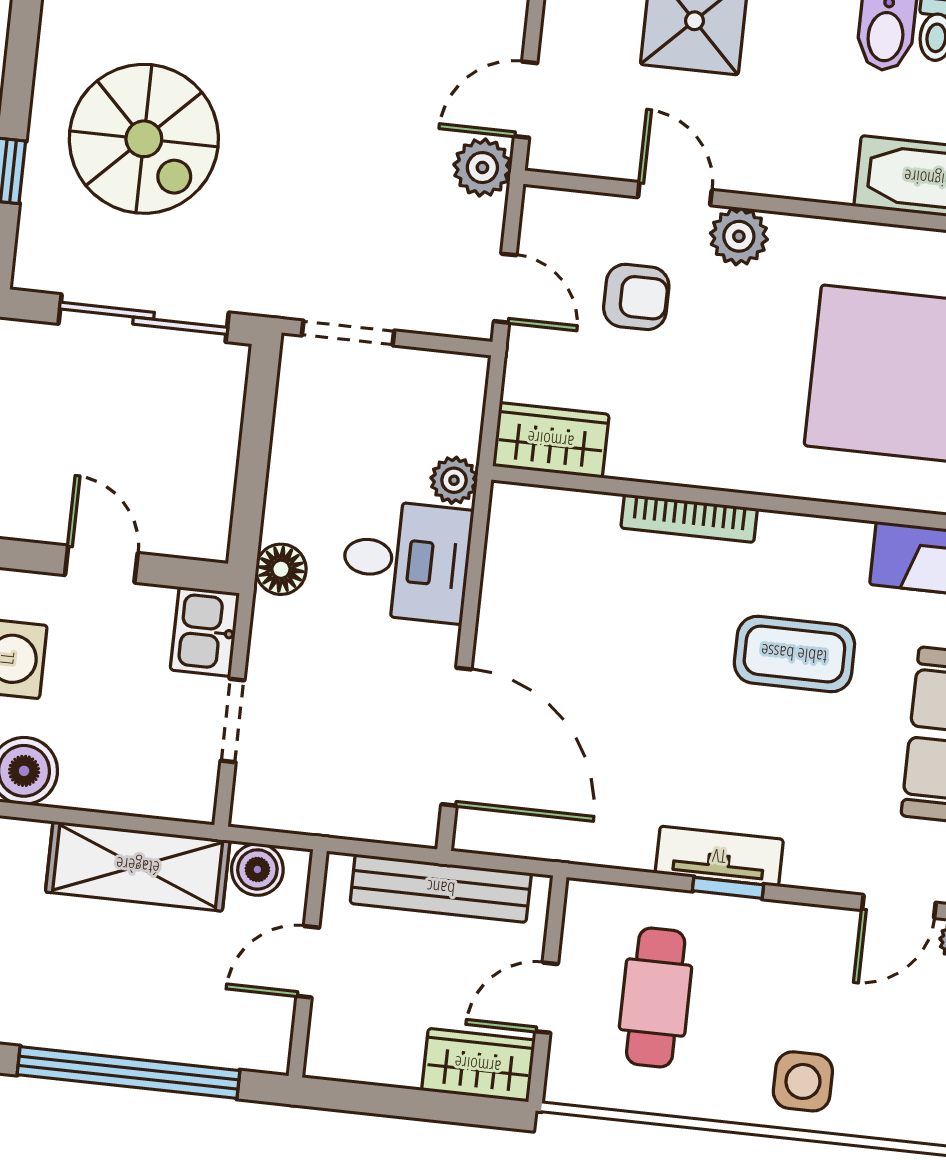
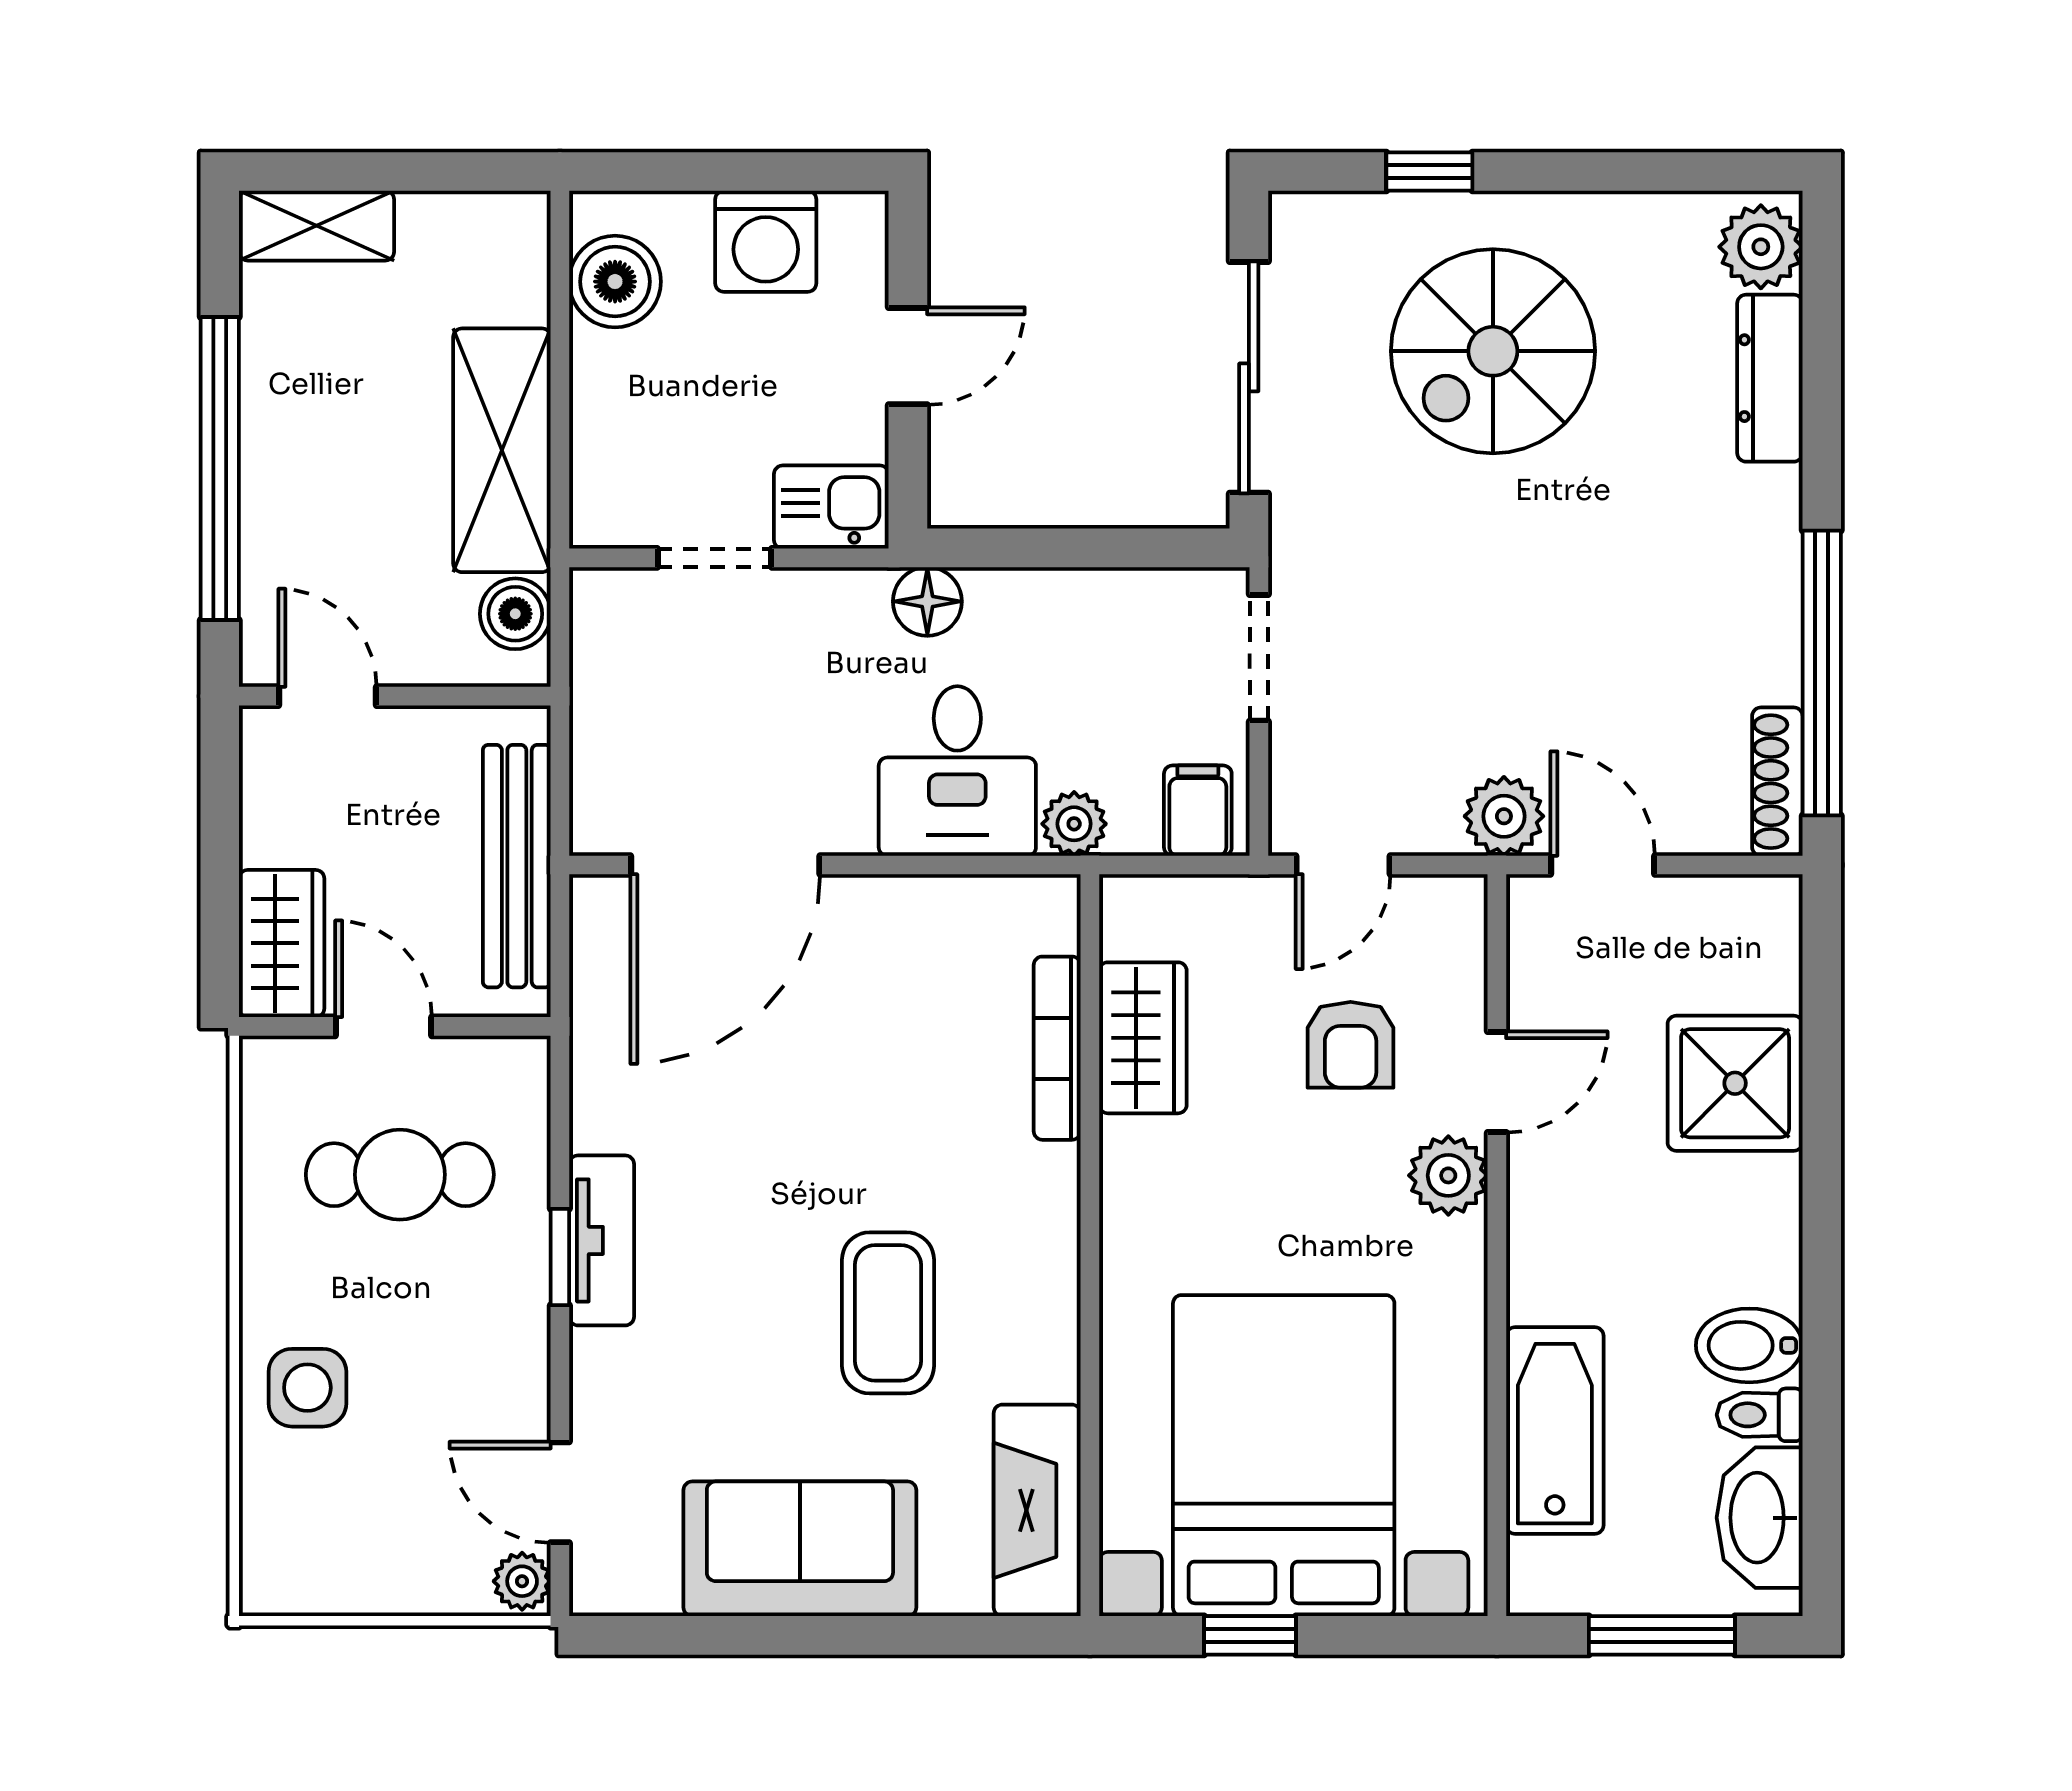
filing cabinet: (454, 389) -> (1198, 811), added
wardrobe: (551, 440) -> (1143, 1038), moved
bookcase: (689, 518) -> (1057, 1048), moved
door: (308, 962) -> (328, 696), moved

